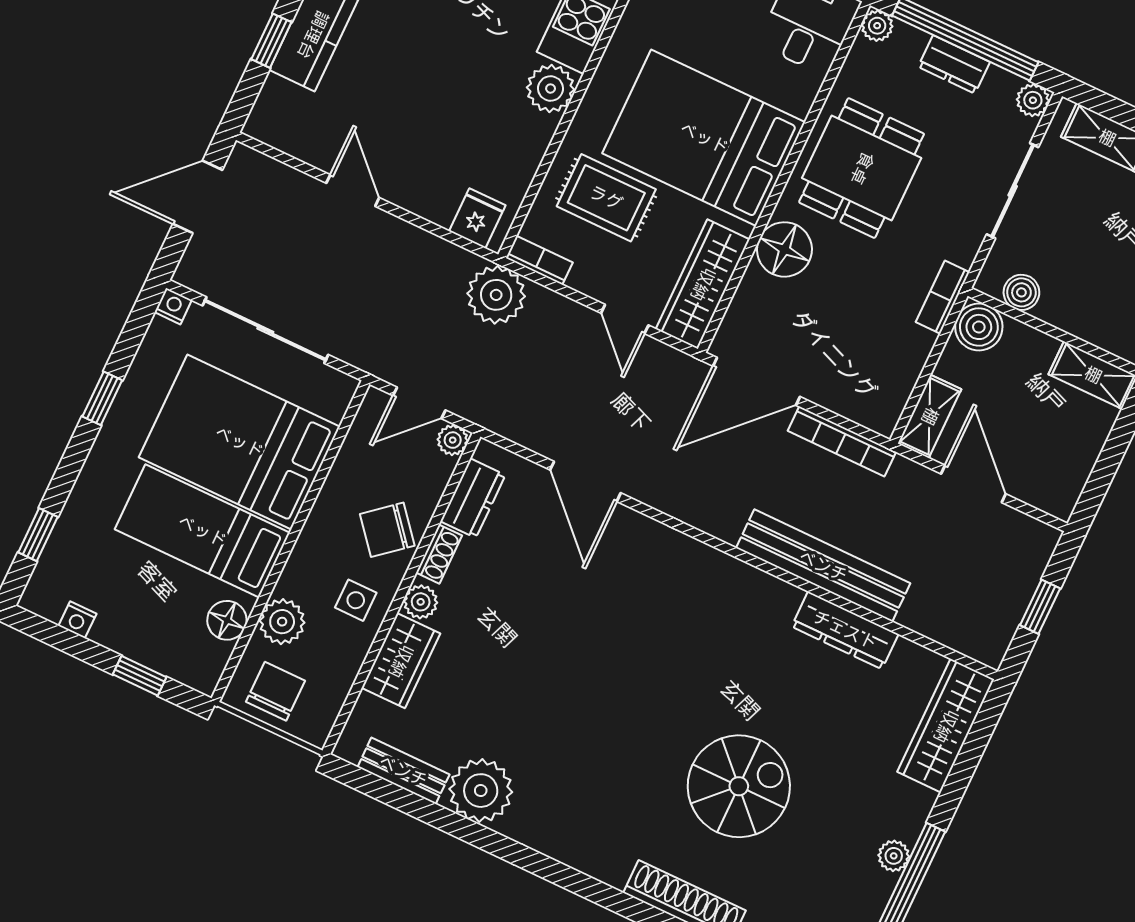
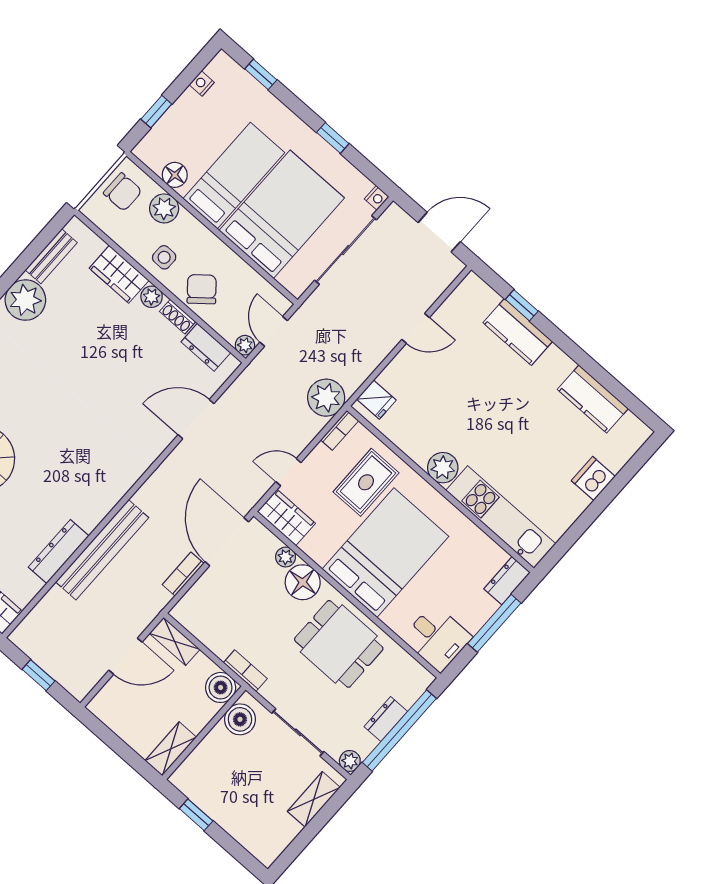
plant: (877, 26) -> (286, 557), moved
door: (198, 197) -> (439, 232), hinge flipped
wardrobe: (703, 284) -> (286, 517), width x0.67
boiler: (1021, 292) -> (240, 719), width x1.36, depth x1.36
bookcase: (842, 441) -> (183, 574), width x0.64

